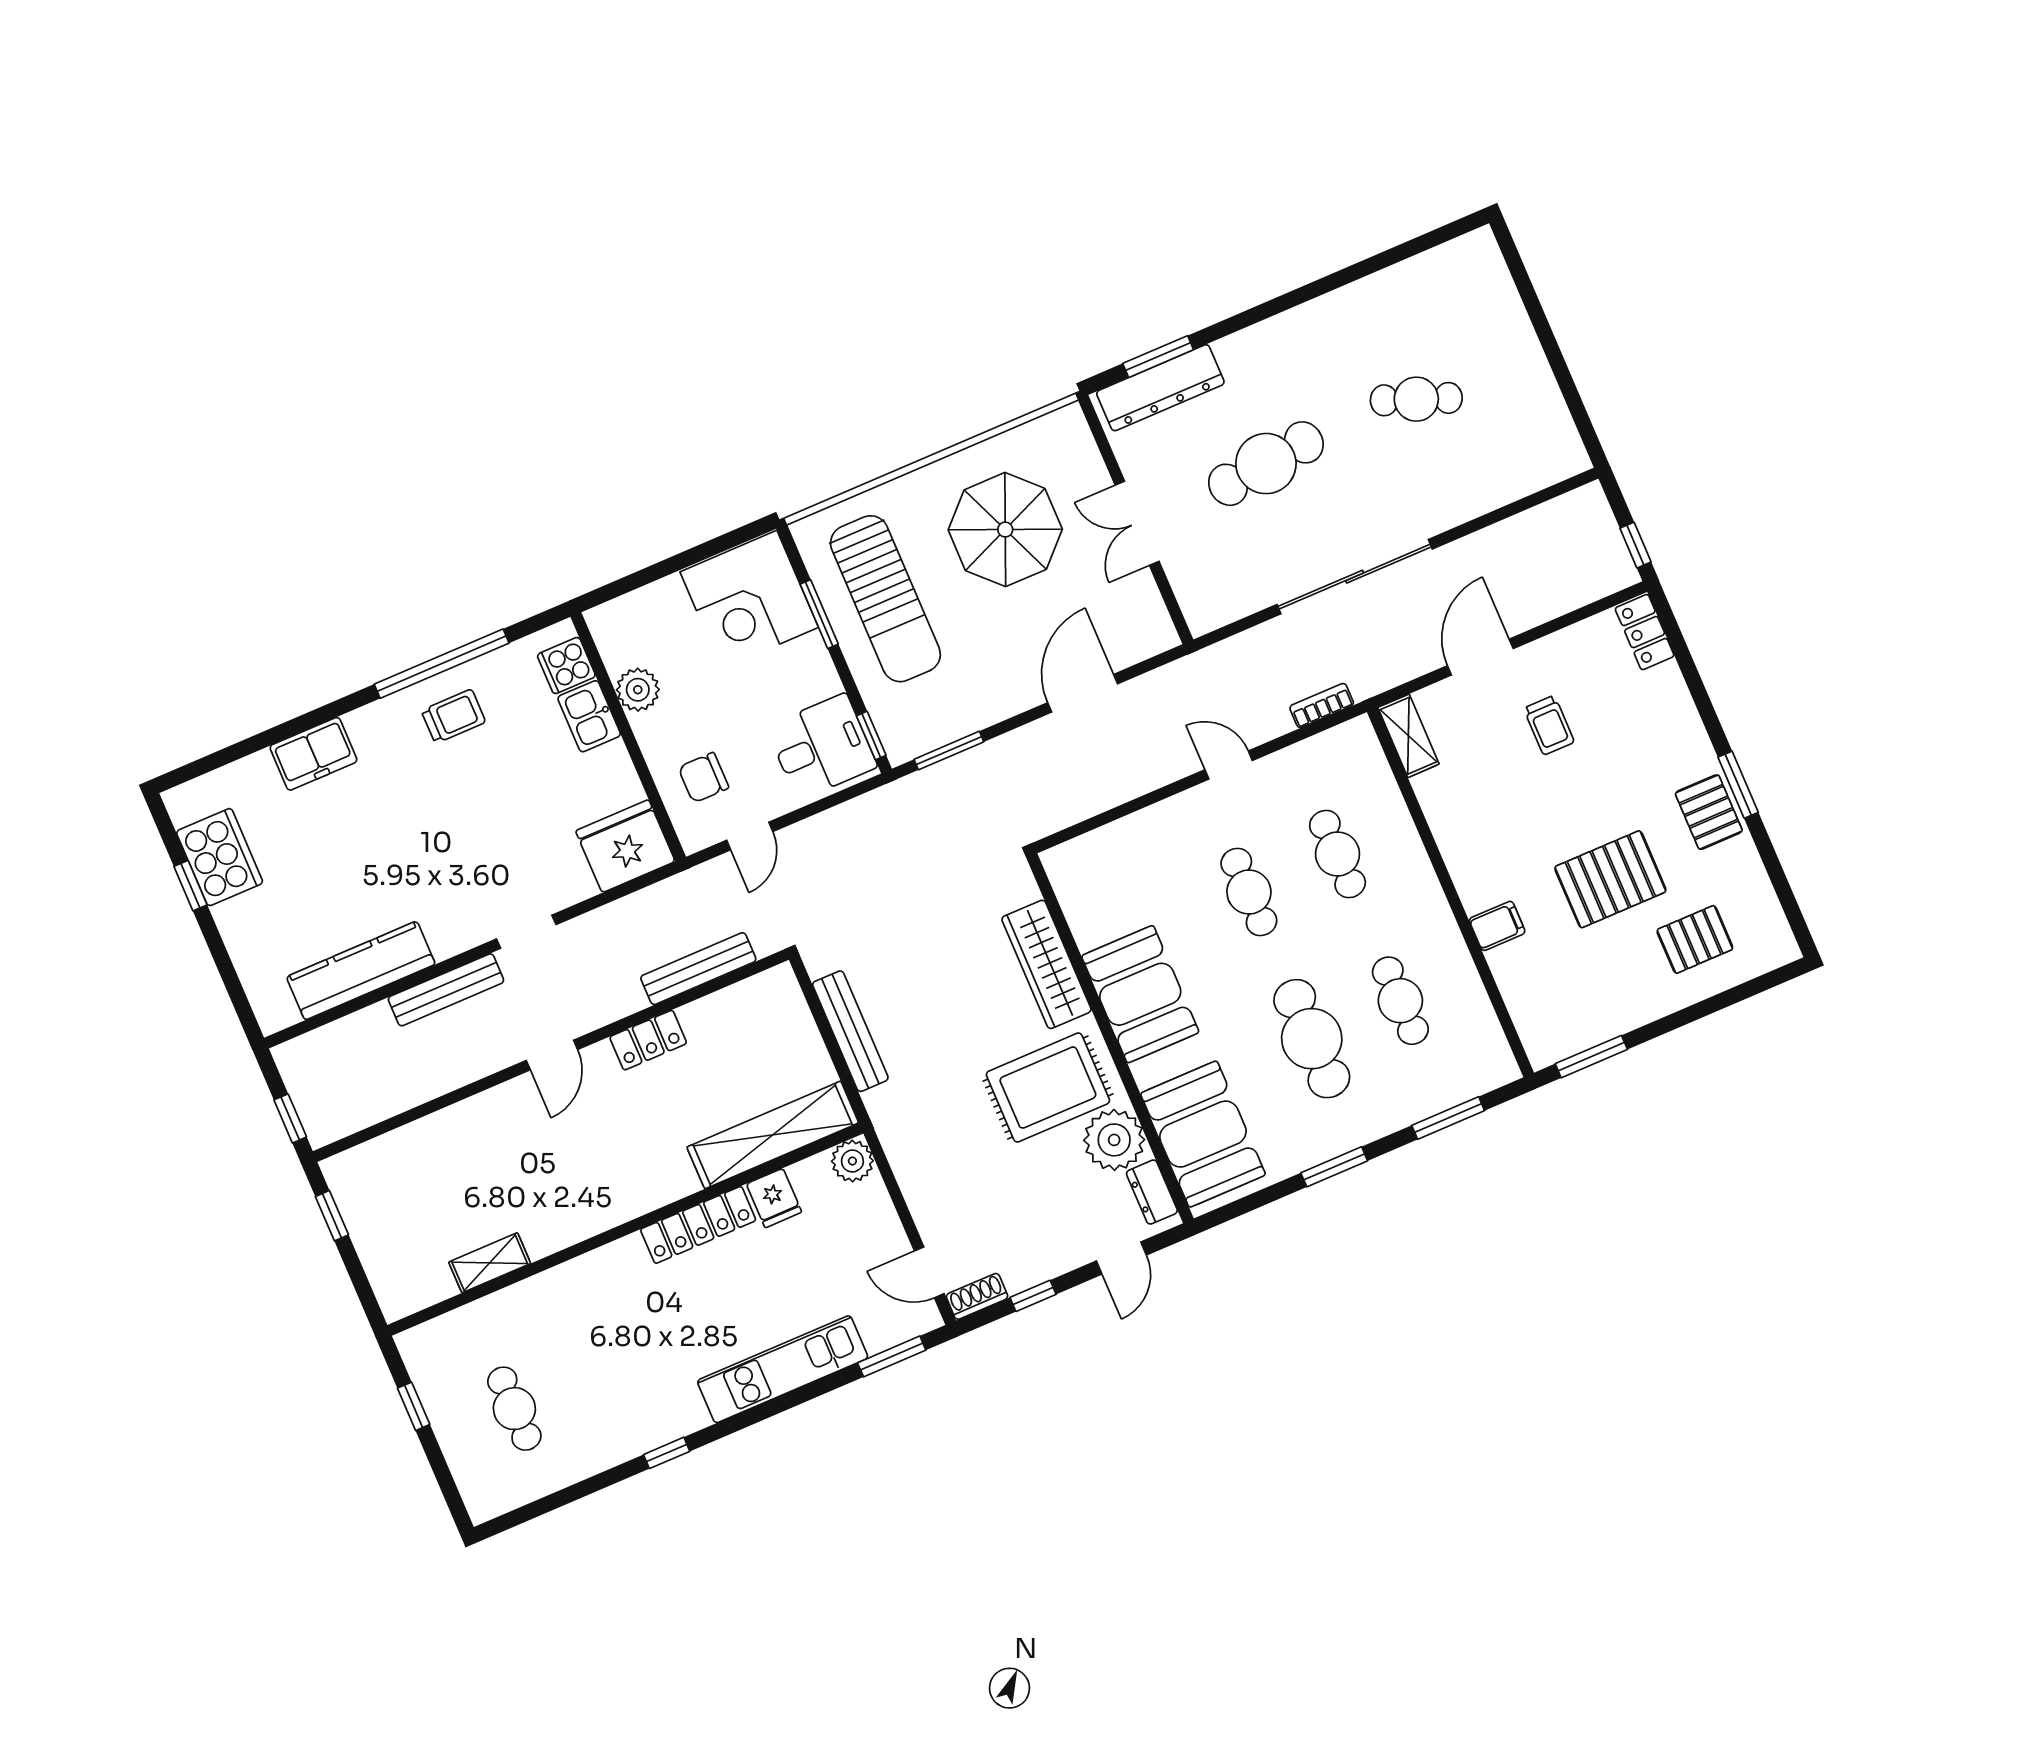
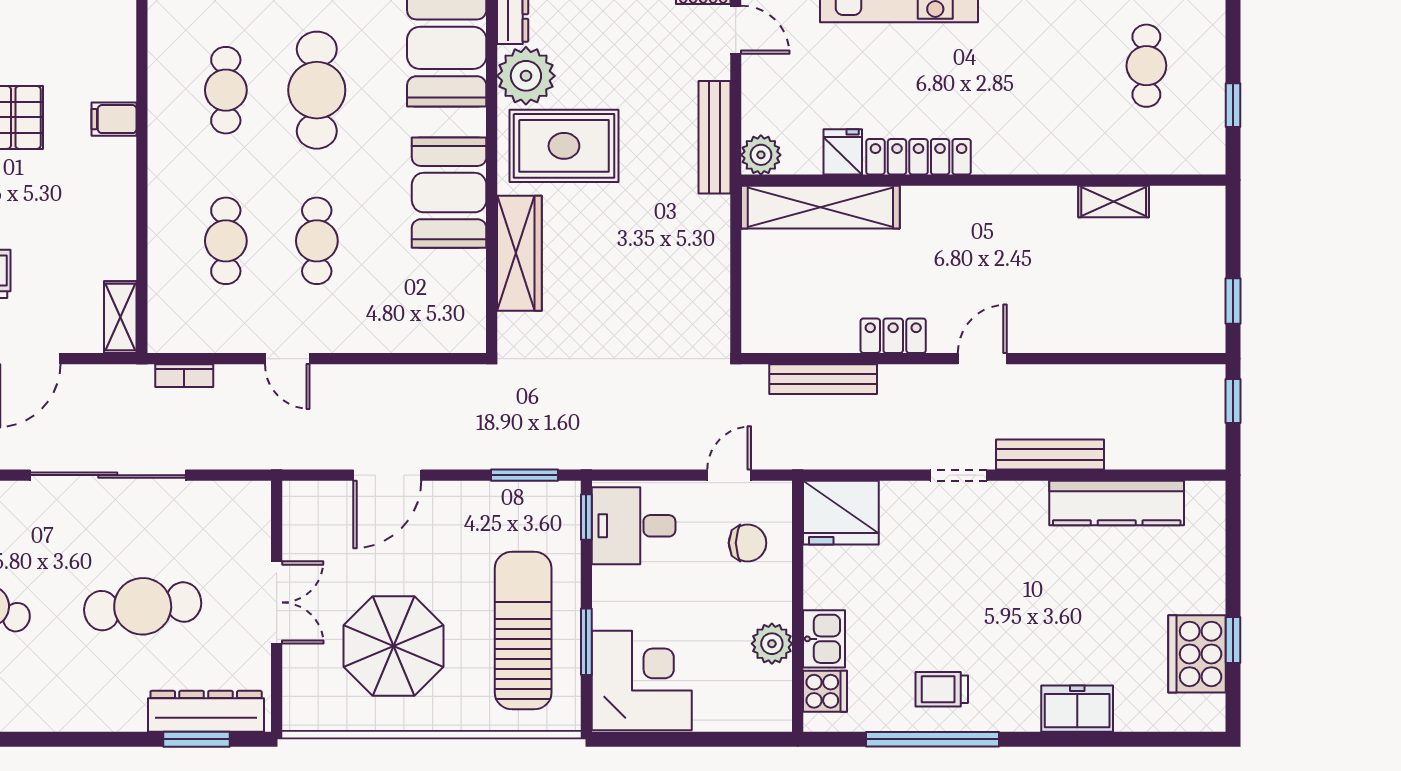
bench: (850, 1031) -> (714, 137), moved

